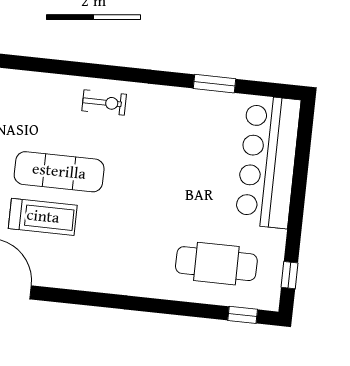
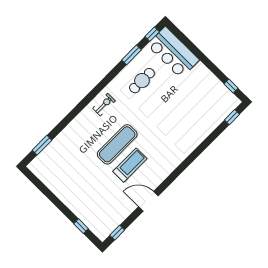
window: (272, 90) -> (152, 34), added
bar counter: (268, 162) -> (173, 52), width x0.73
cafe table: (216, 264) -> (142, 81), moved, width x0.73, depth x0.74

